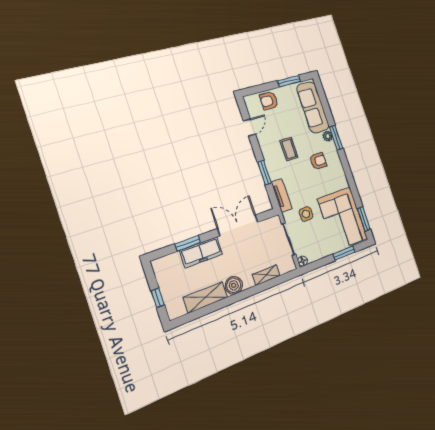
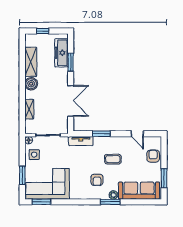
side table: (306, 214) -> (34, 155), moved
freezer: (201, 252) -> (61, 53), moved

